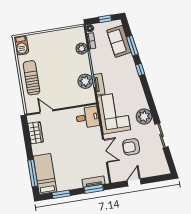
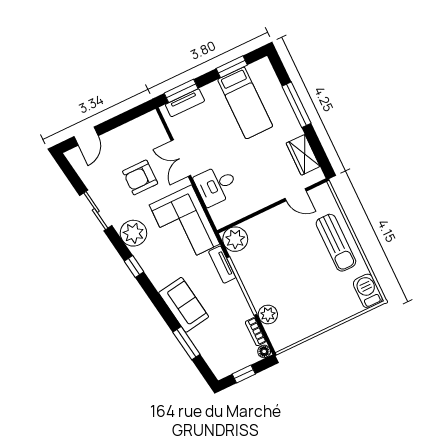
sofa: (119, 41) -> (184, 305), moved
window: (140, 70) -> (134, 266), moved
plant: (85, 81) -> (235, 239), moved
desk: (87, 117) -> (216, 185), moved
armchair: (131, 147) -> (140, 177), turned 180
window: (33, 173) -> (296, 105), moved
bed: (45, 174) -> (245, 103), moved
door: (134, 182) -> (86, 136), moved

